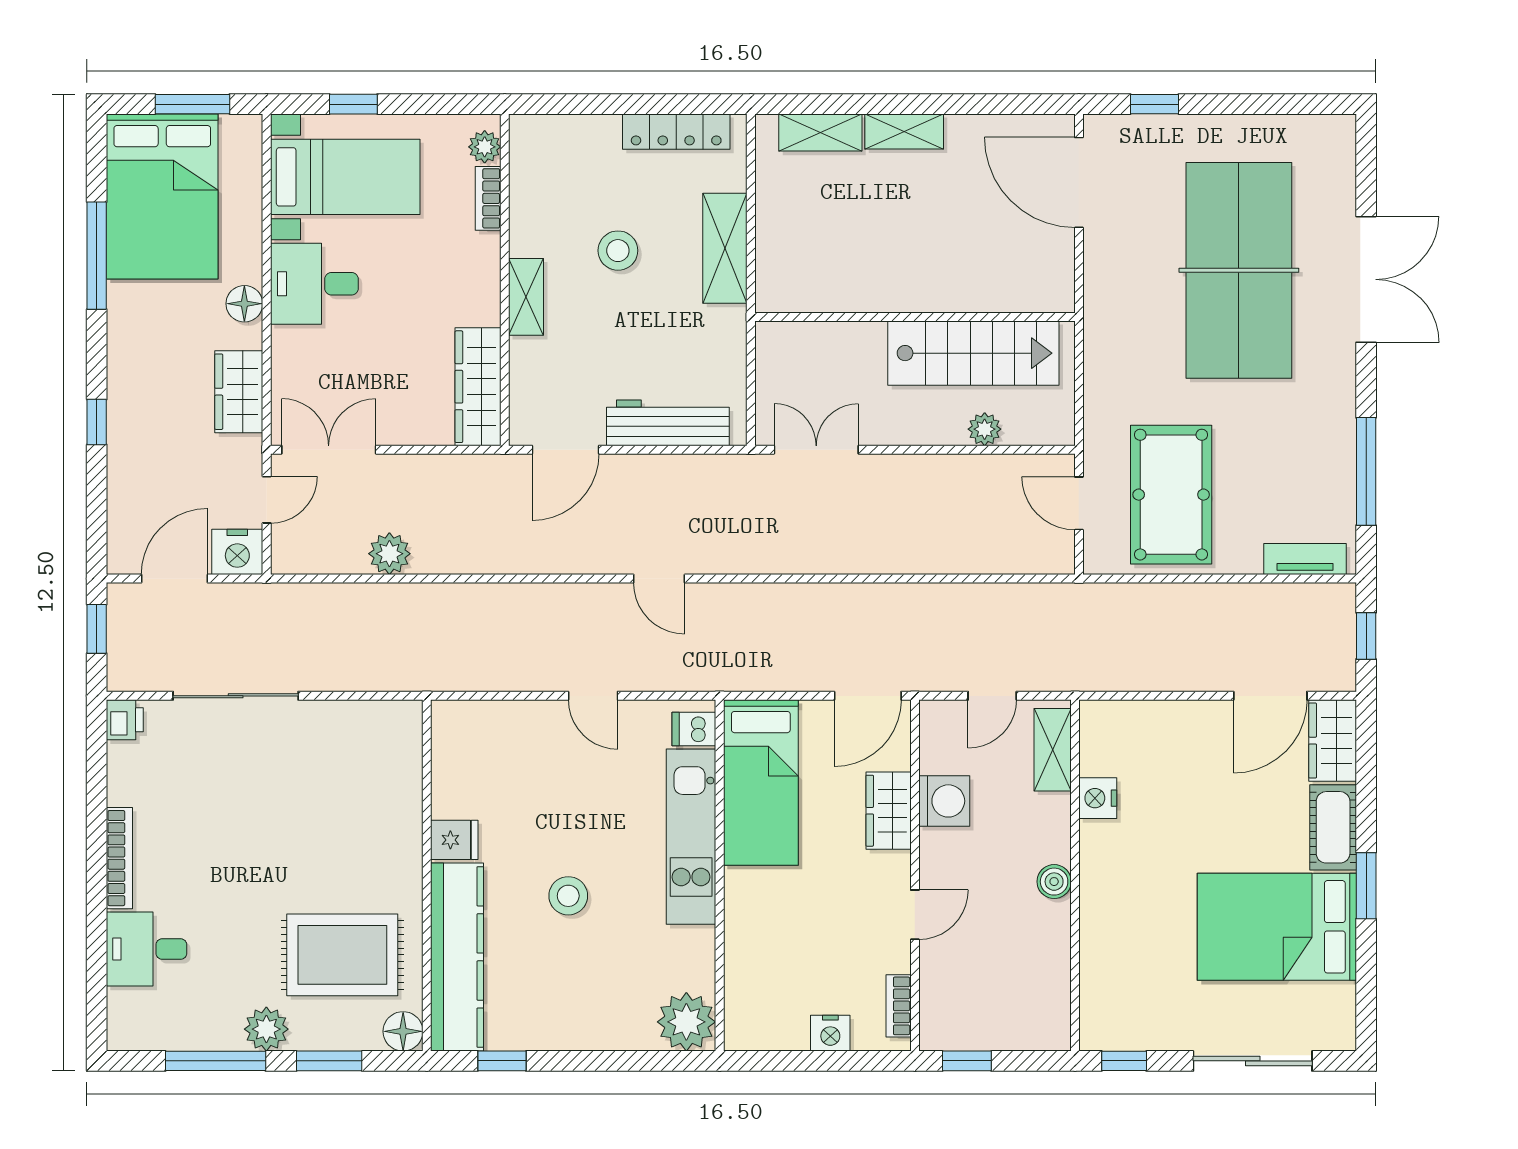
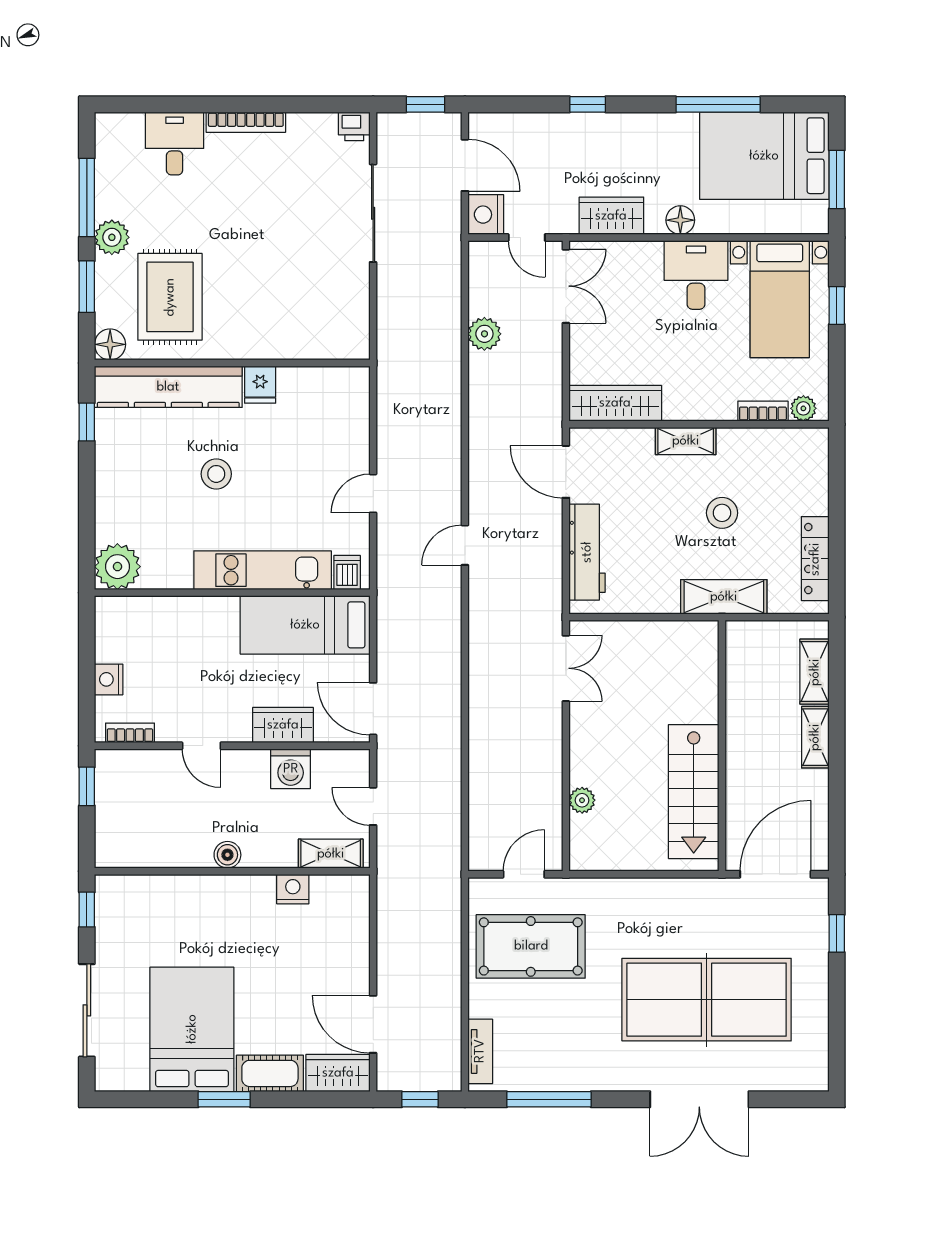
wall: (915, 317) -> (722, 746), moved
stairs: (973, 353) -> (694, 792), moved

